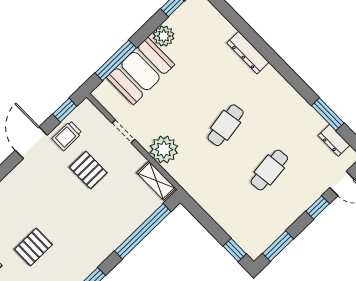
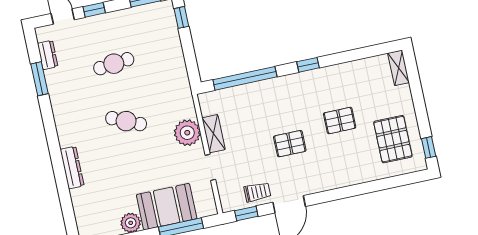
cafe table: (226, 125) -> (126, 121), turned 33
pallet: (88, 170) -> (290, 144), moved, turned 90
shelving: (156, 181) -> (214, 134), moved

